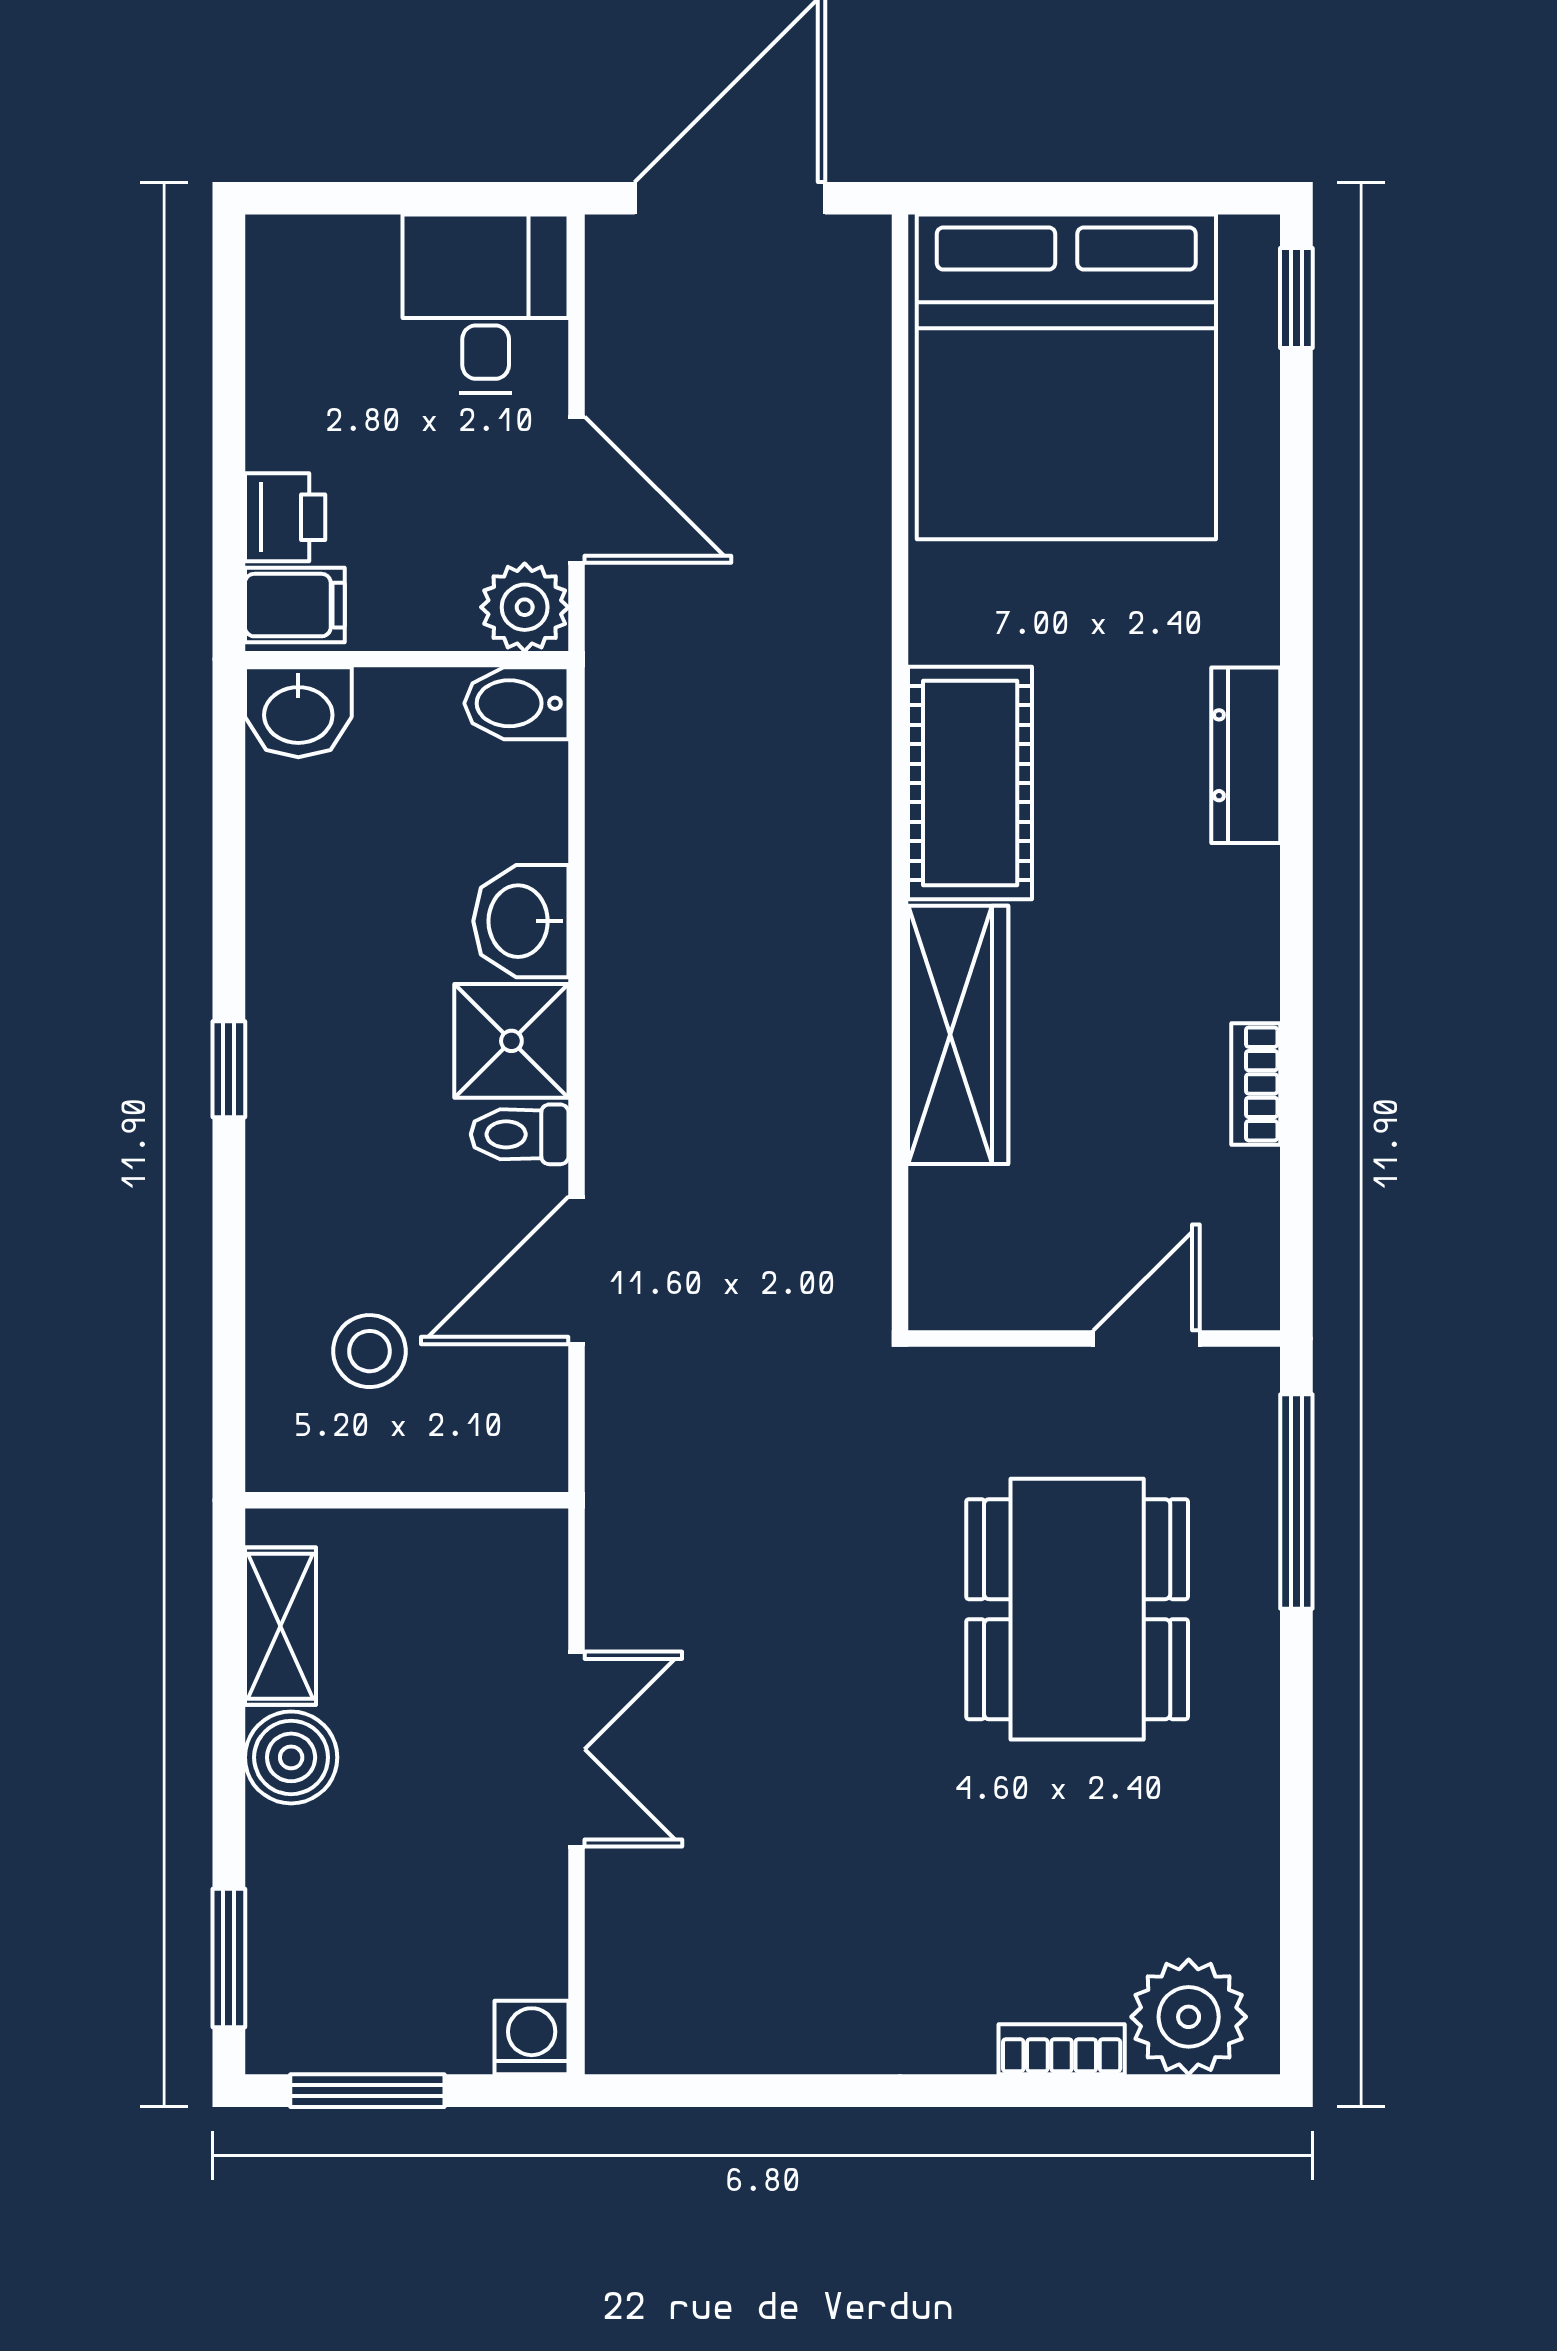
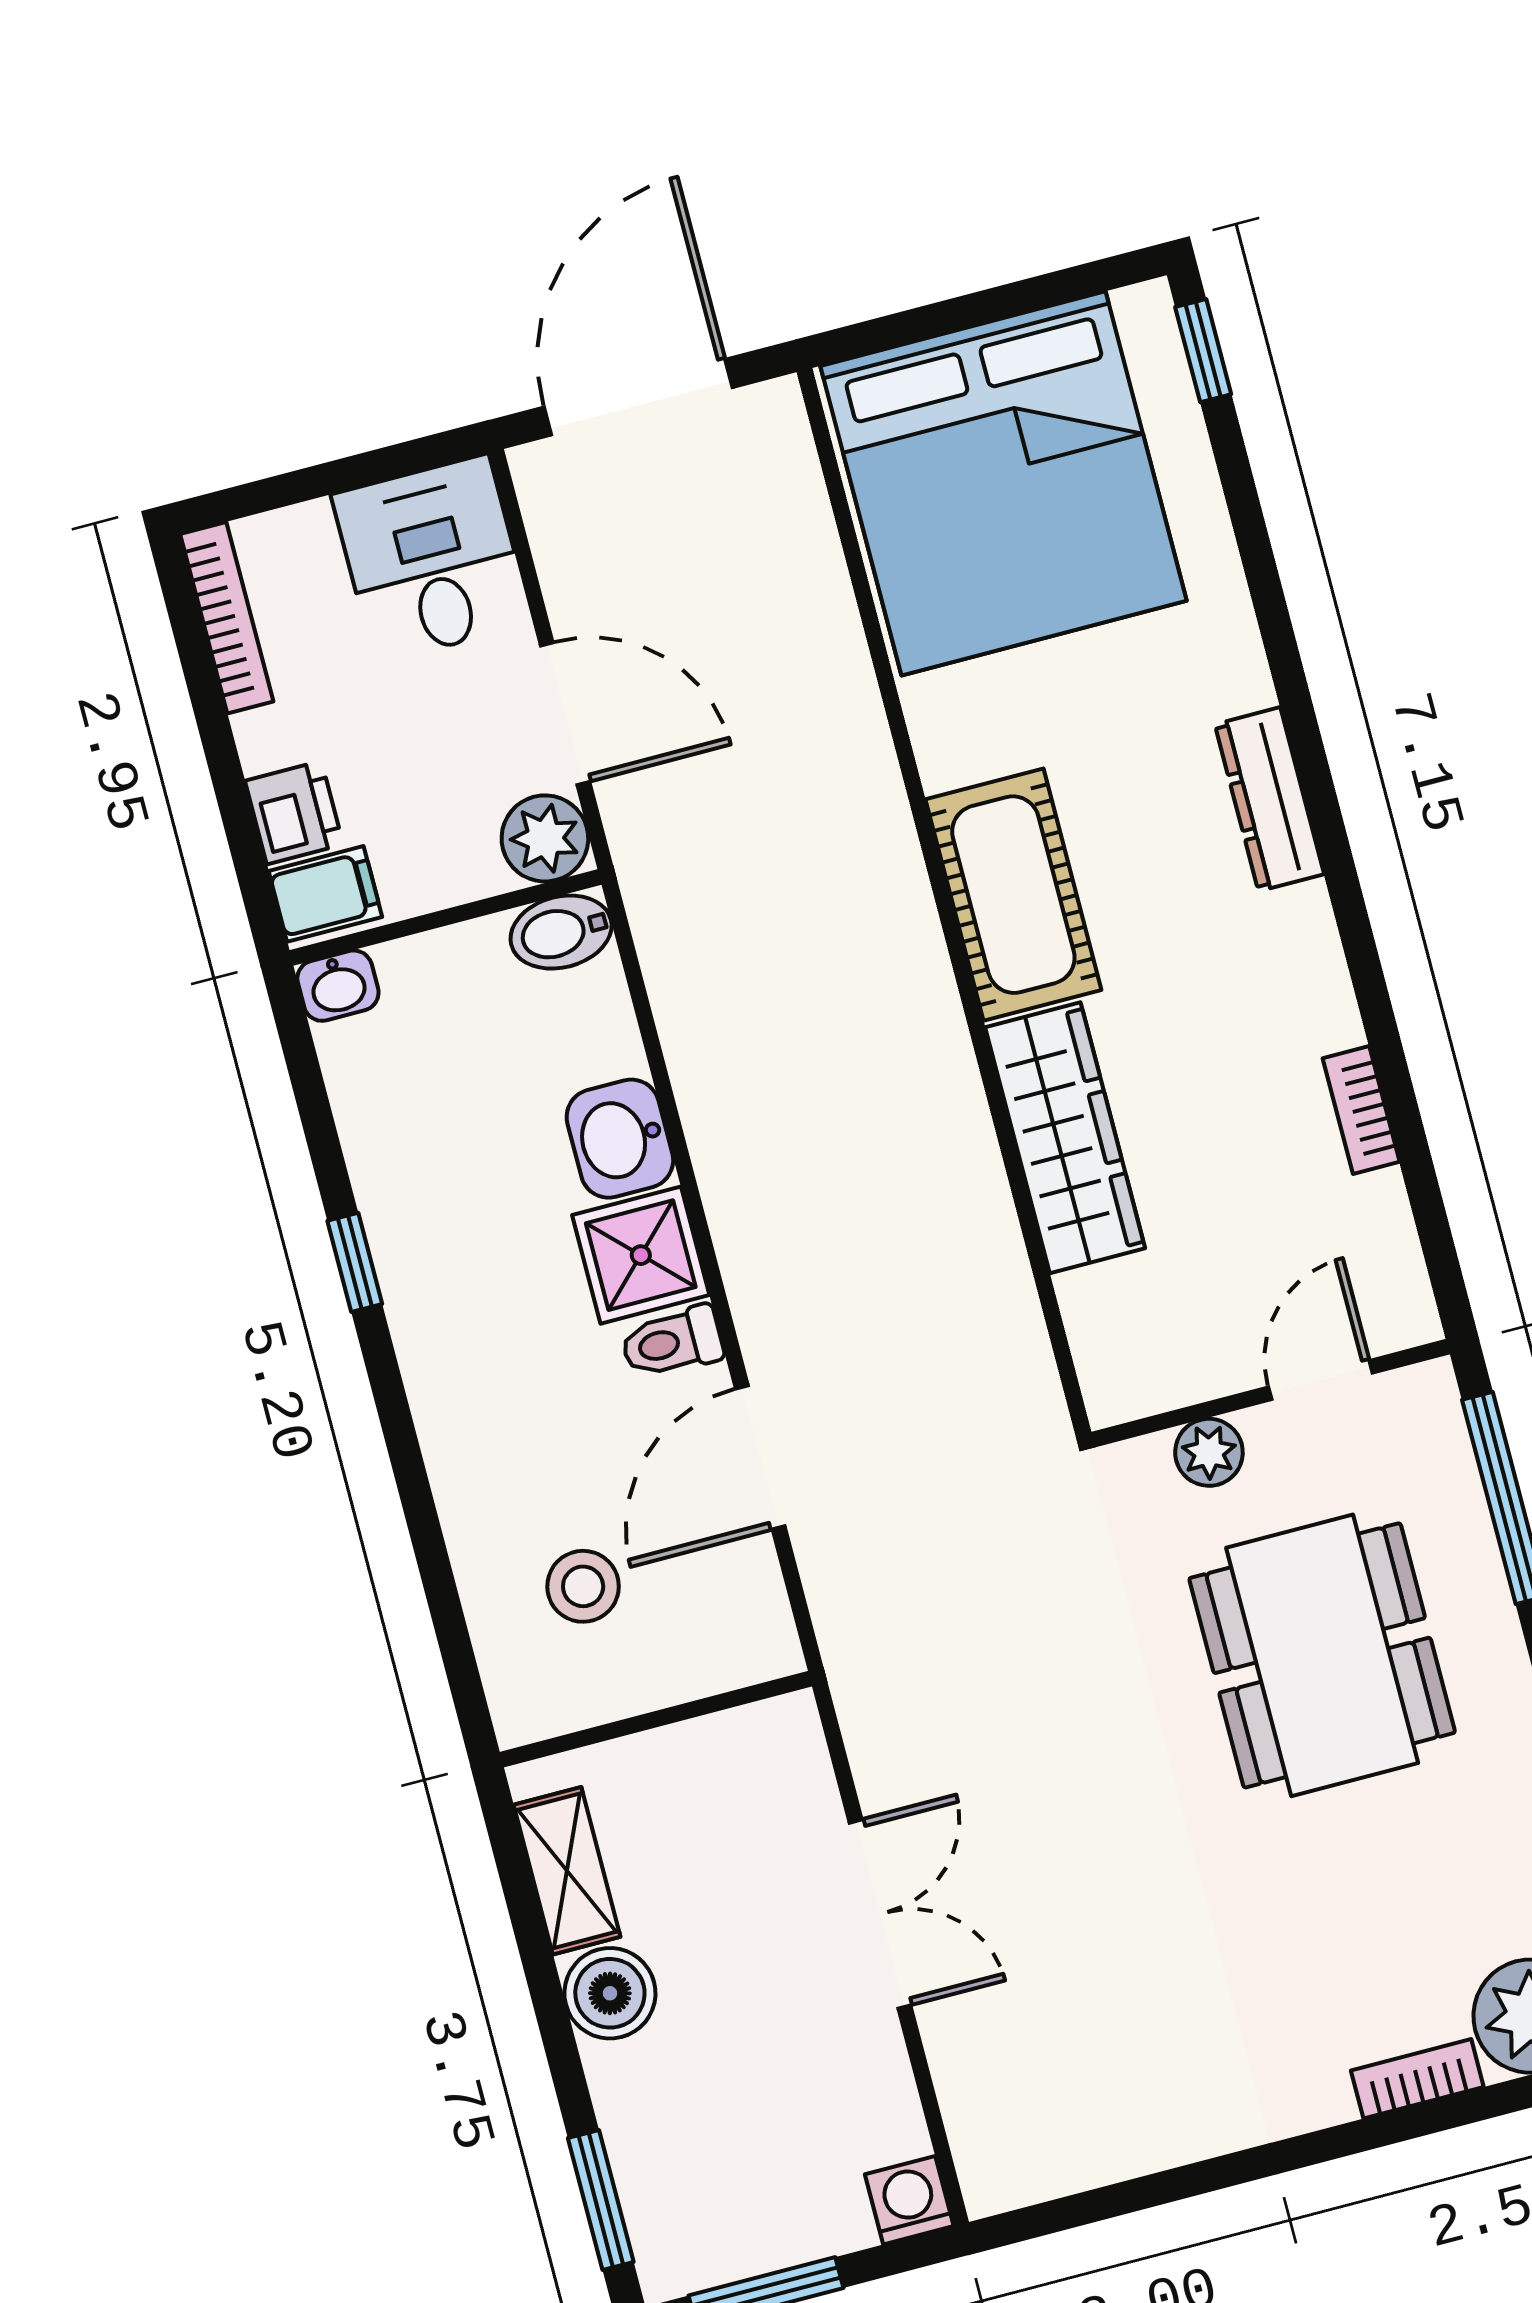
bookcase: (269, 309) -> (227, 618), added
washbasin: (298, 712) -> (338, 986), width x0.72, depth x0.69
window: (229, 1069) -> (355, 1262), moved
plant: (1018, 1381) -> (1209, 1452), added

